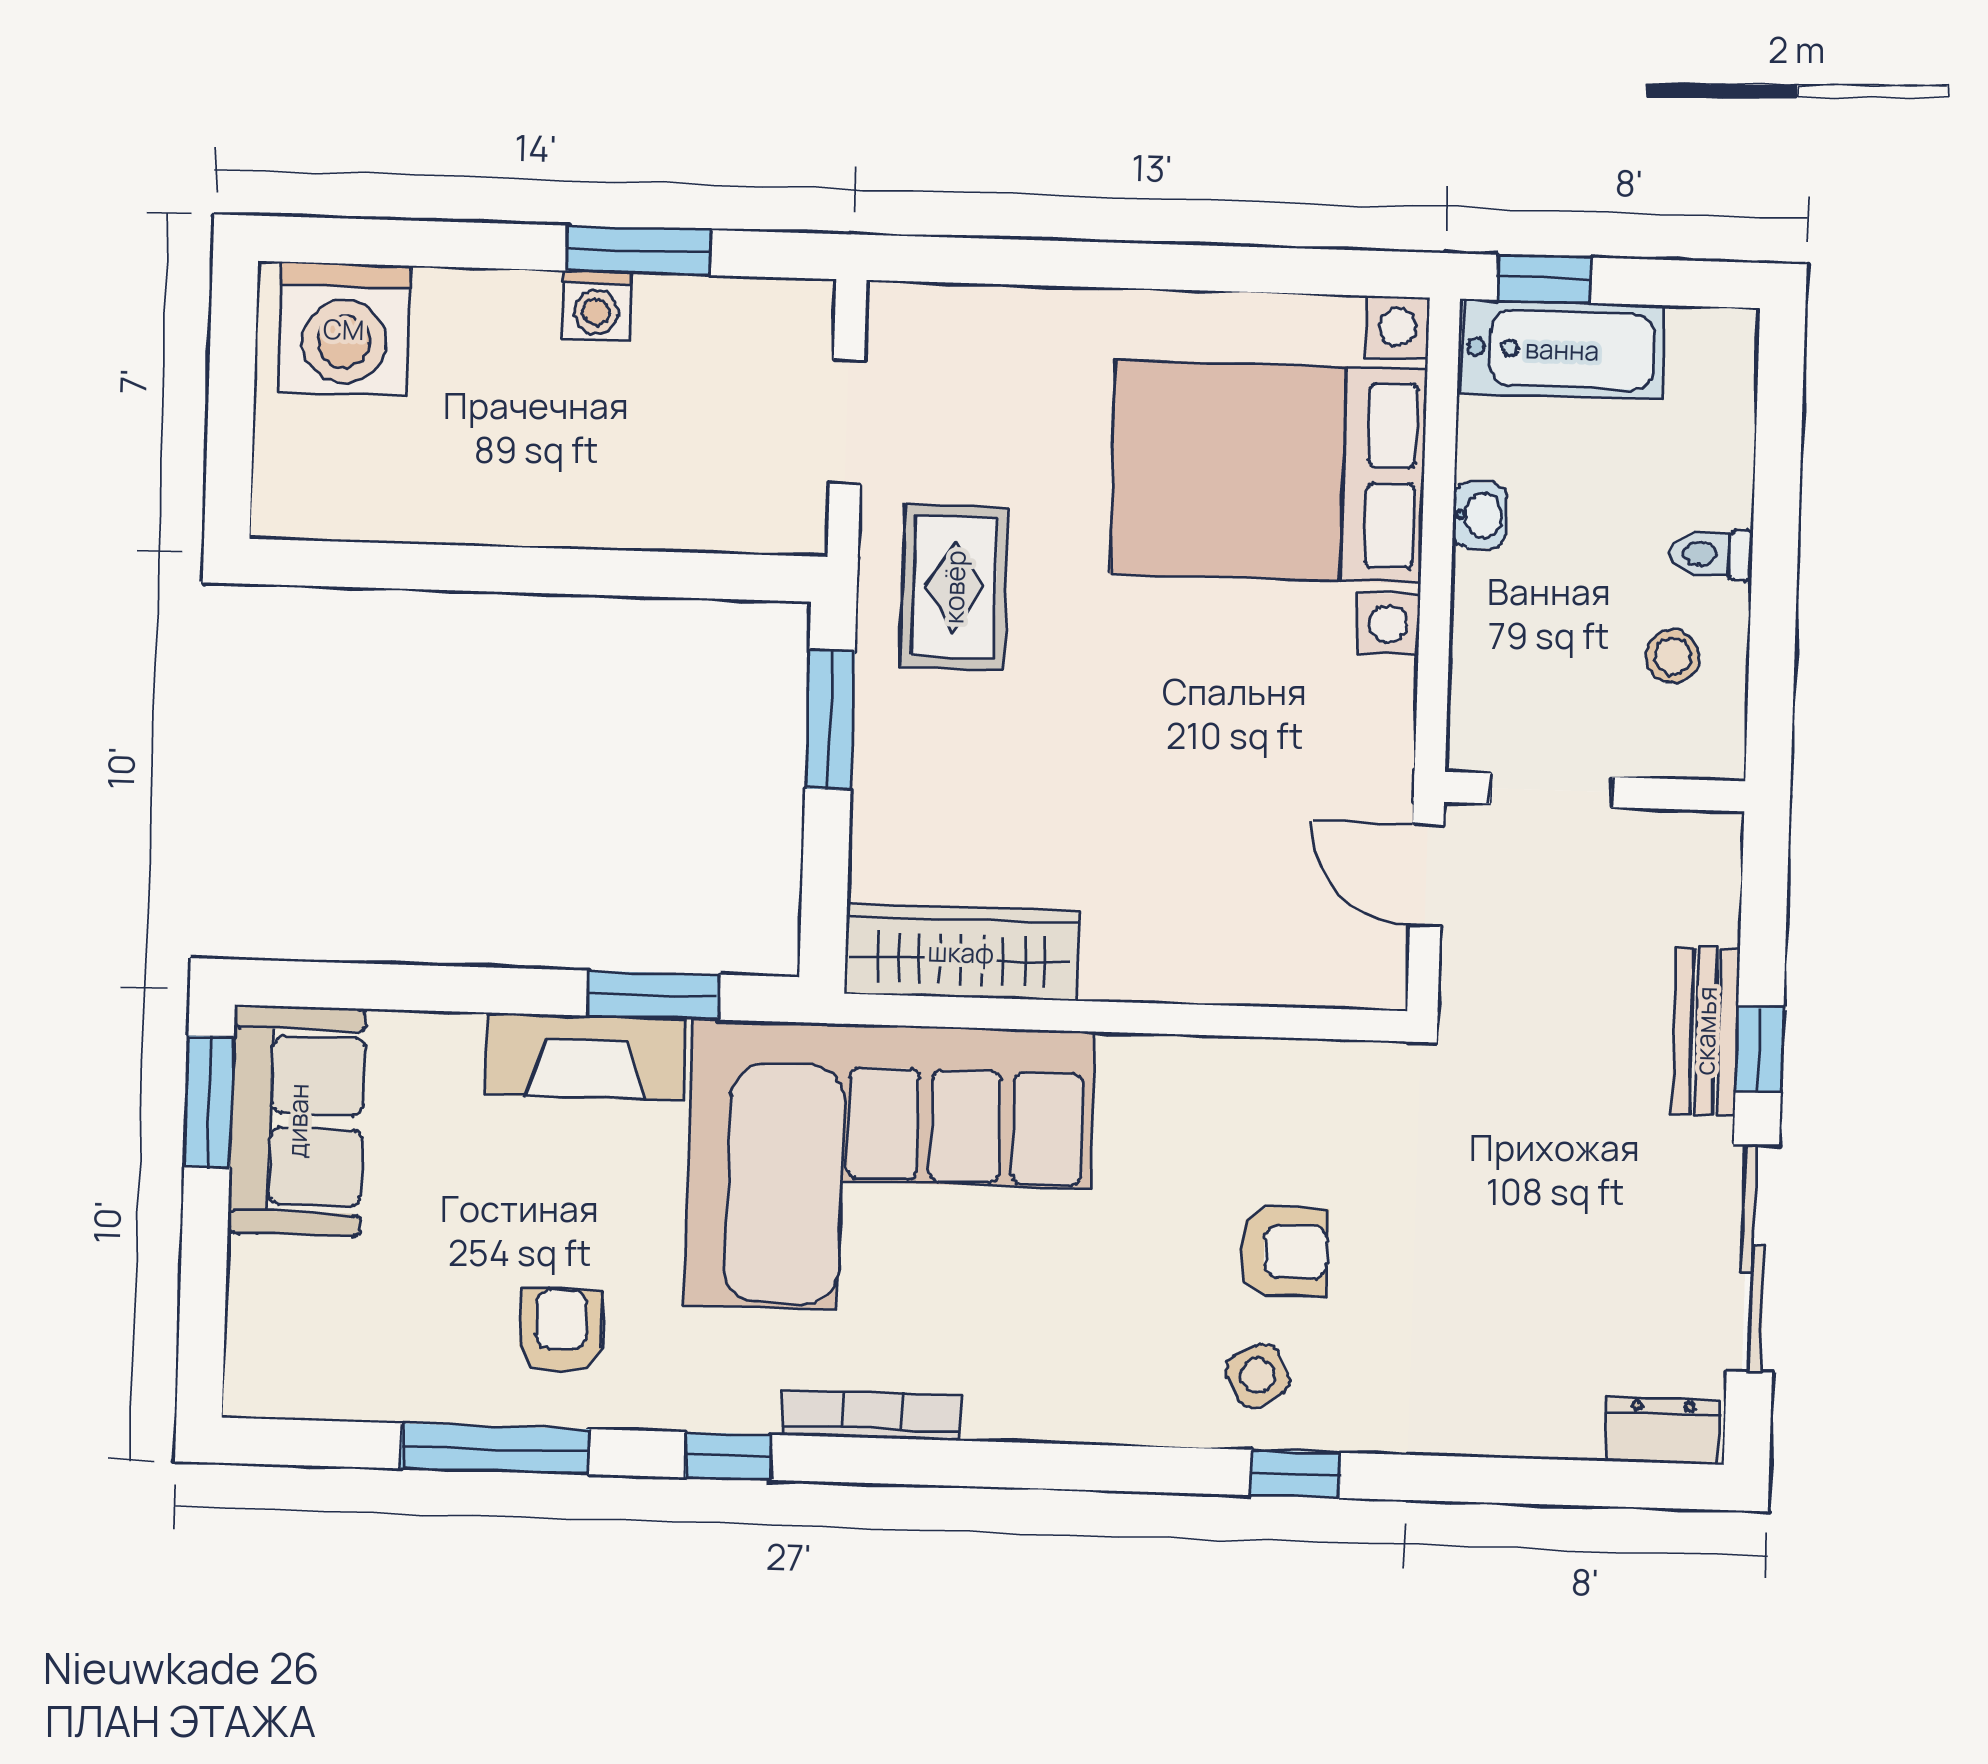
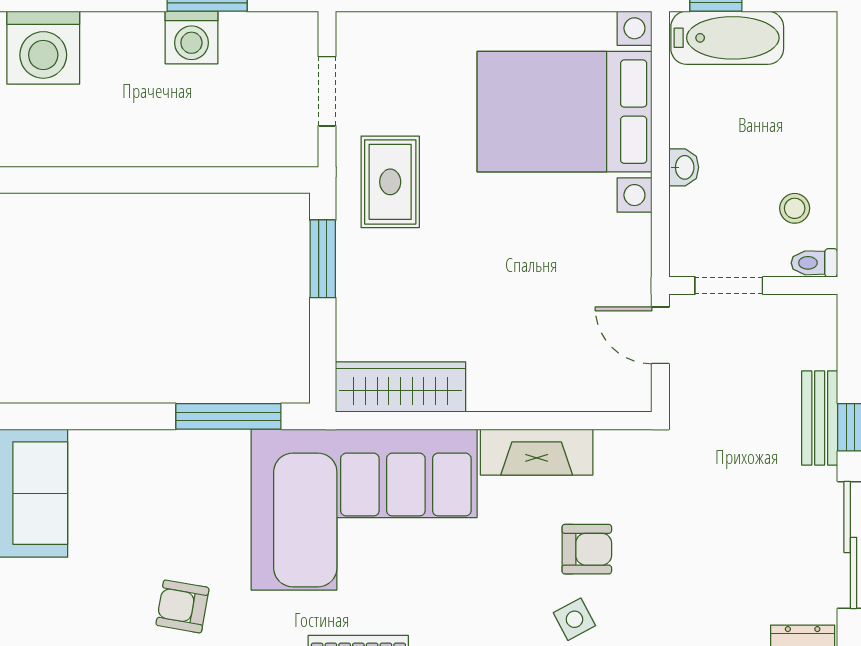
washing machine: (596, 306) -> (191, 37), width x1.38, depth x1.38
washbasin: (1480, 515) -> (684, 167), moved
toilet: (1711, 554) -> (814, 263), moved
window: (653, 995) -> (228, 416), width x1.44
fireplace: (586, 1057) -> (537, 452), moved
armchair: (561, 1331) -> (183, 606), turned -80

